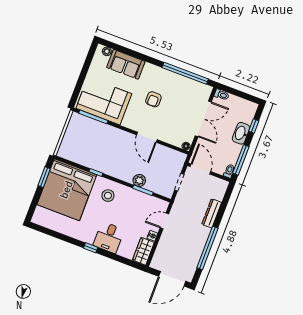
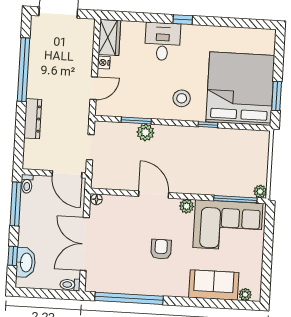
plant: (75, 117) -> (260, 192), added
plant: (127, 123) -> (187, 206), added
washbasin: (241, 133) -> (26, 262), moved

